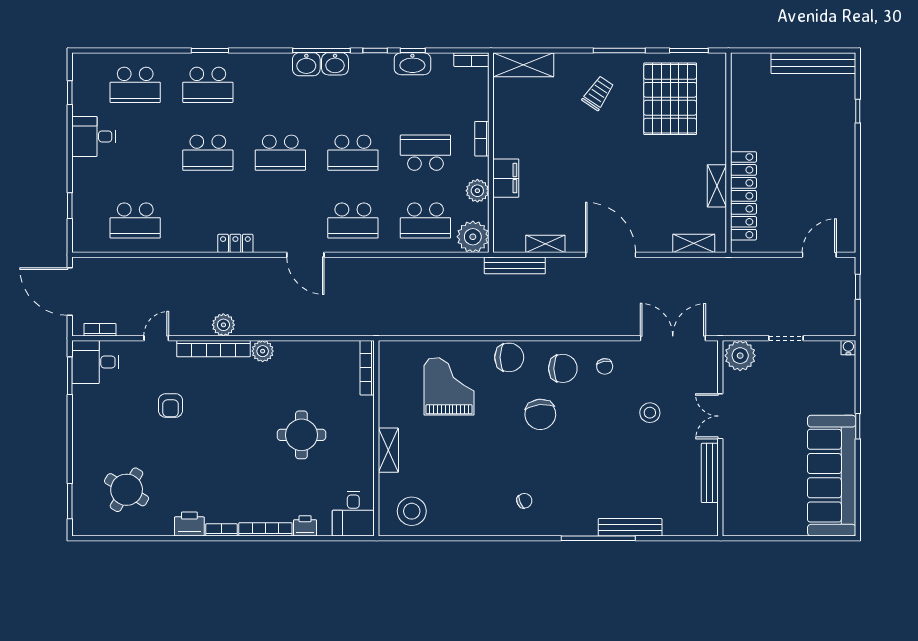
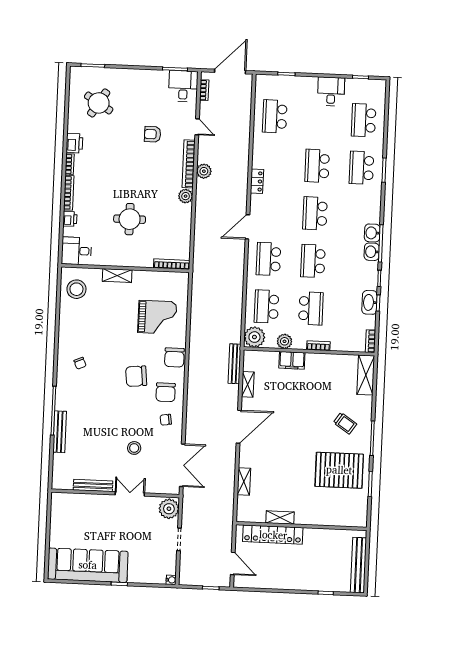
wall: (729, 153) -> (301, 526), moved
shelving: (717, 186) -> (280, 517), moved
locker: (743, 196) -> (273, 535), moved

